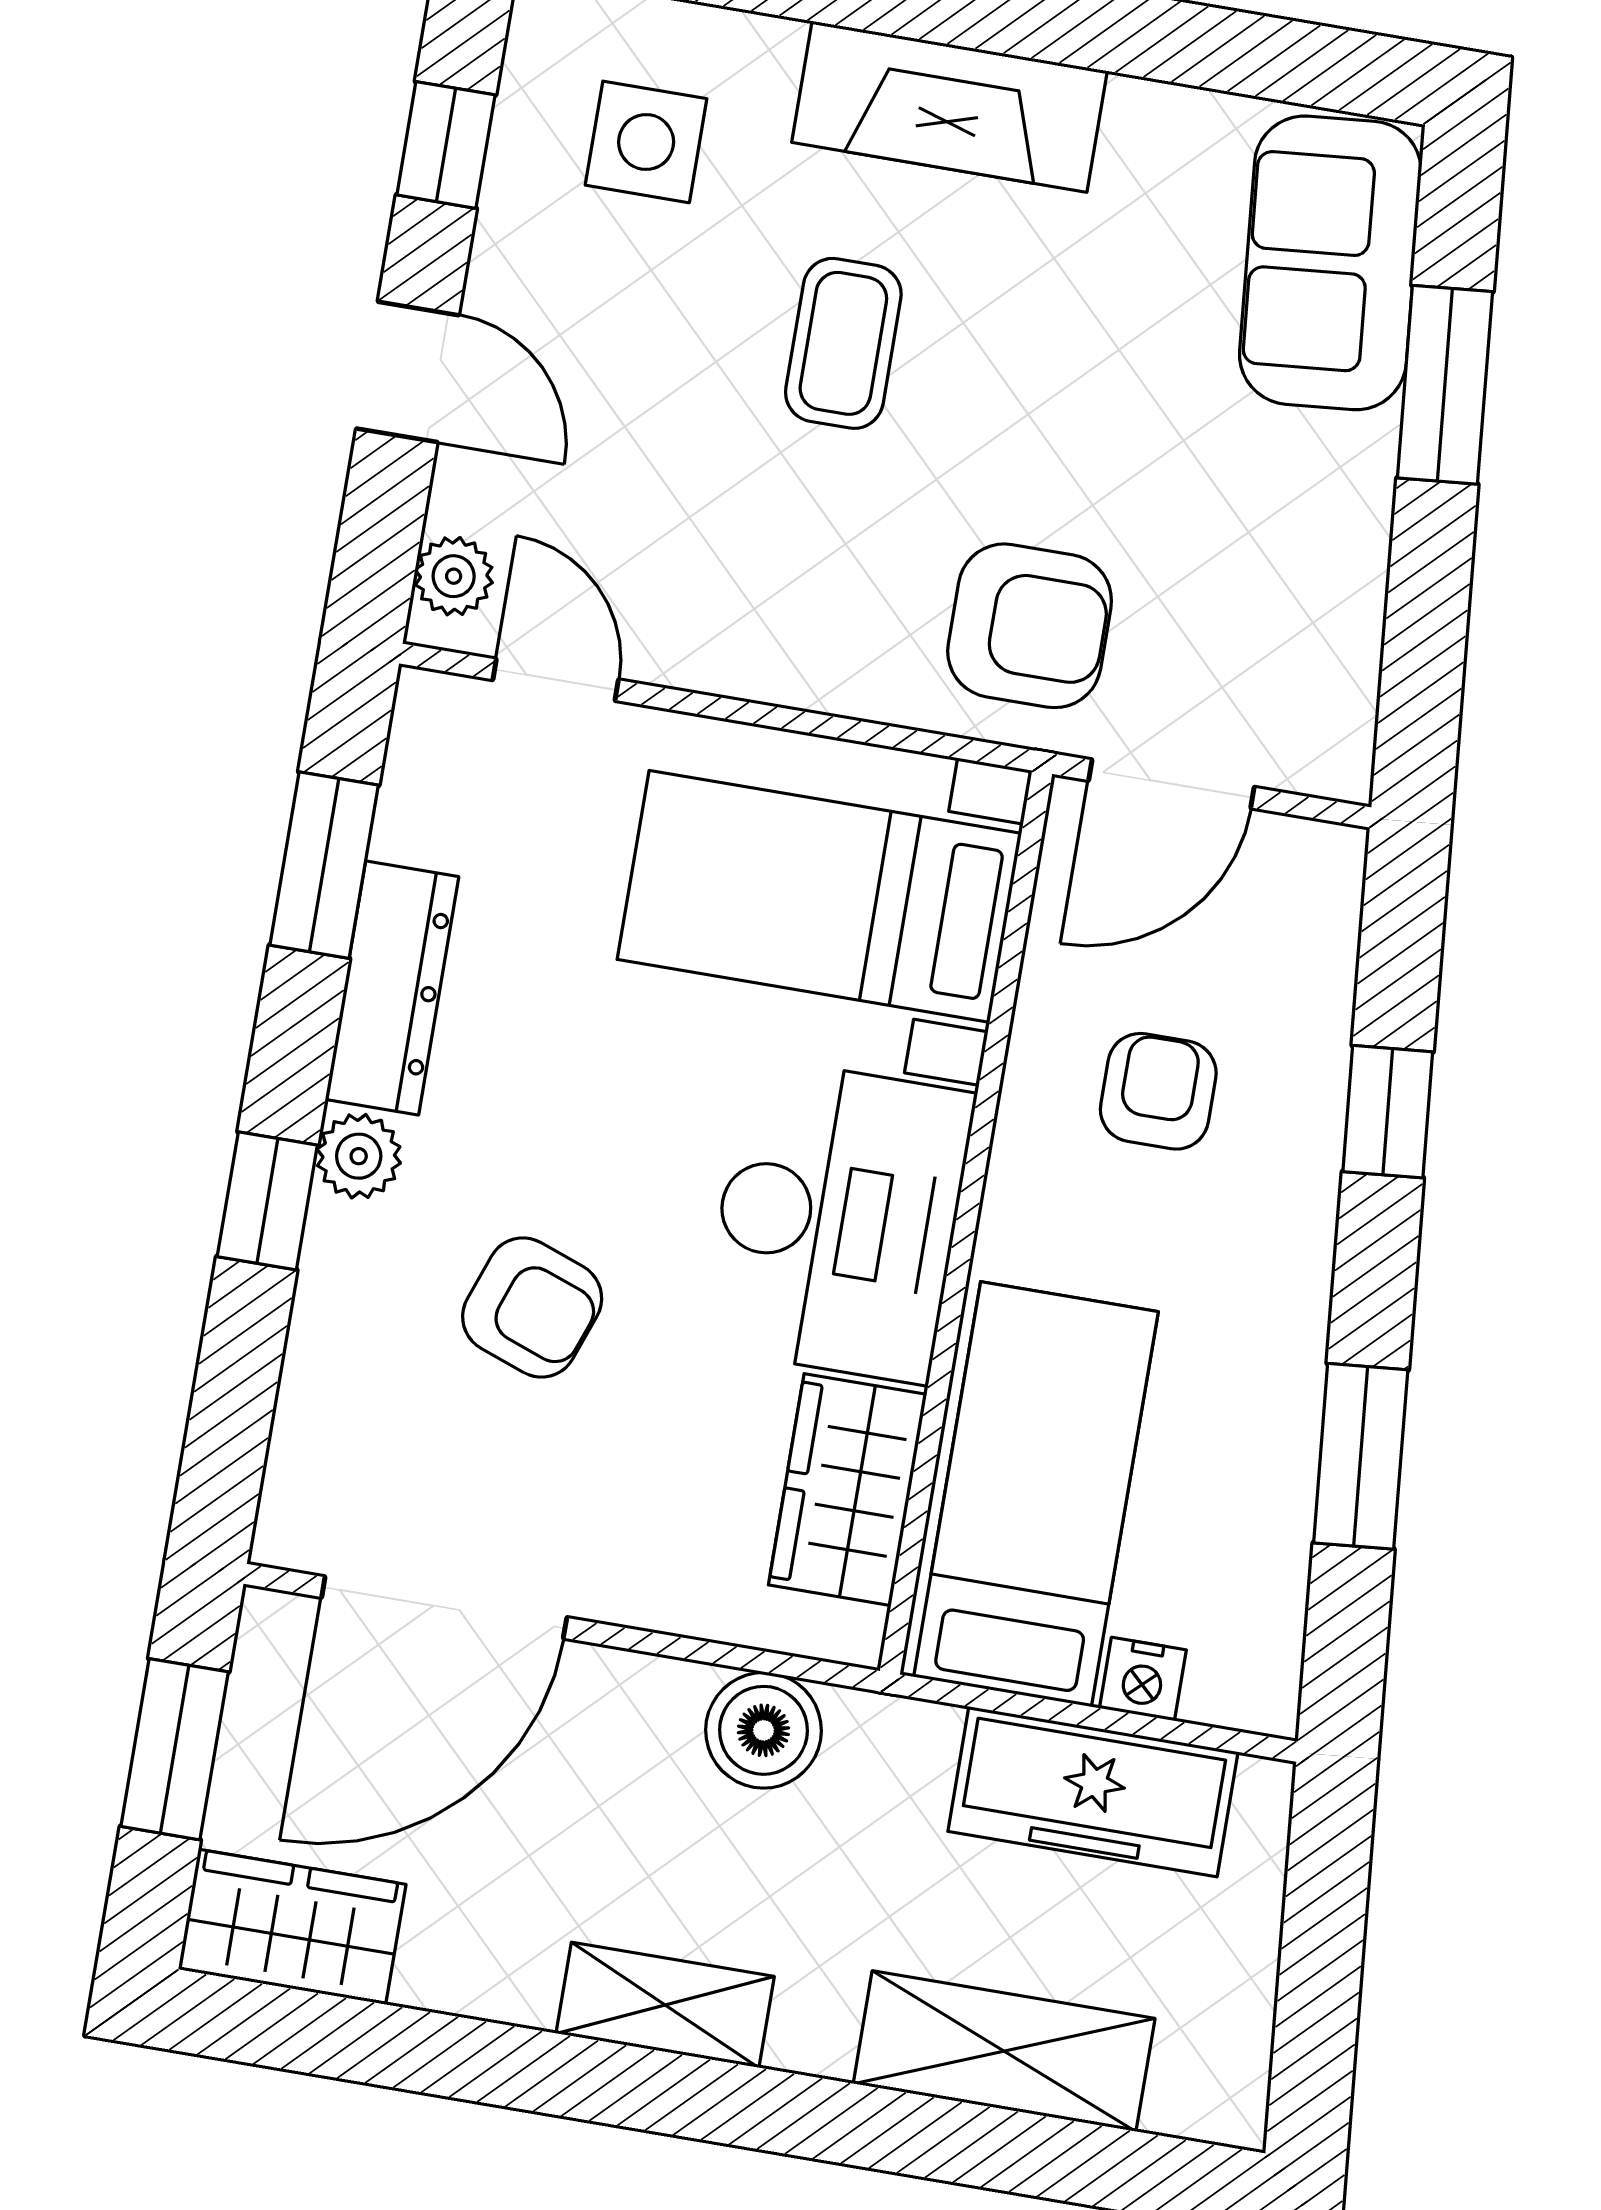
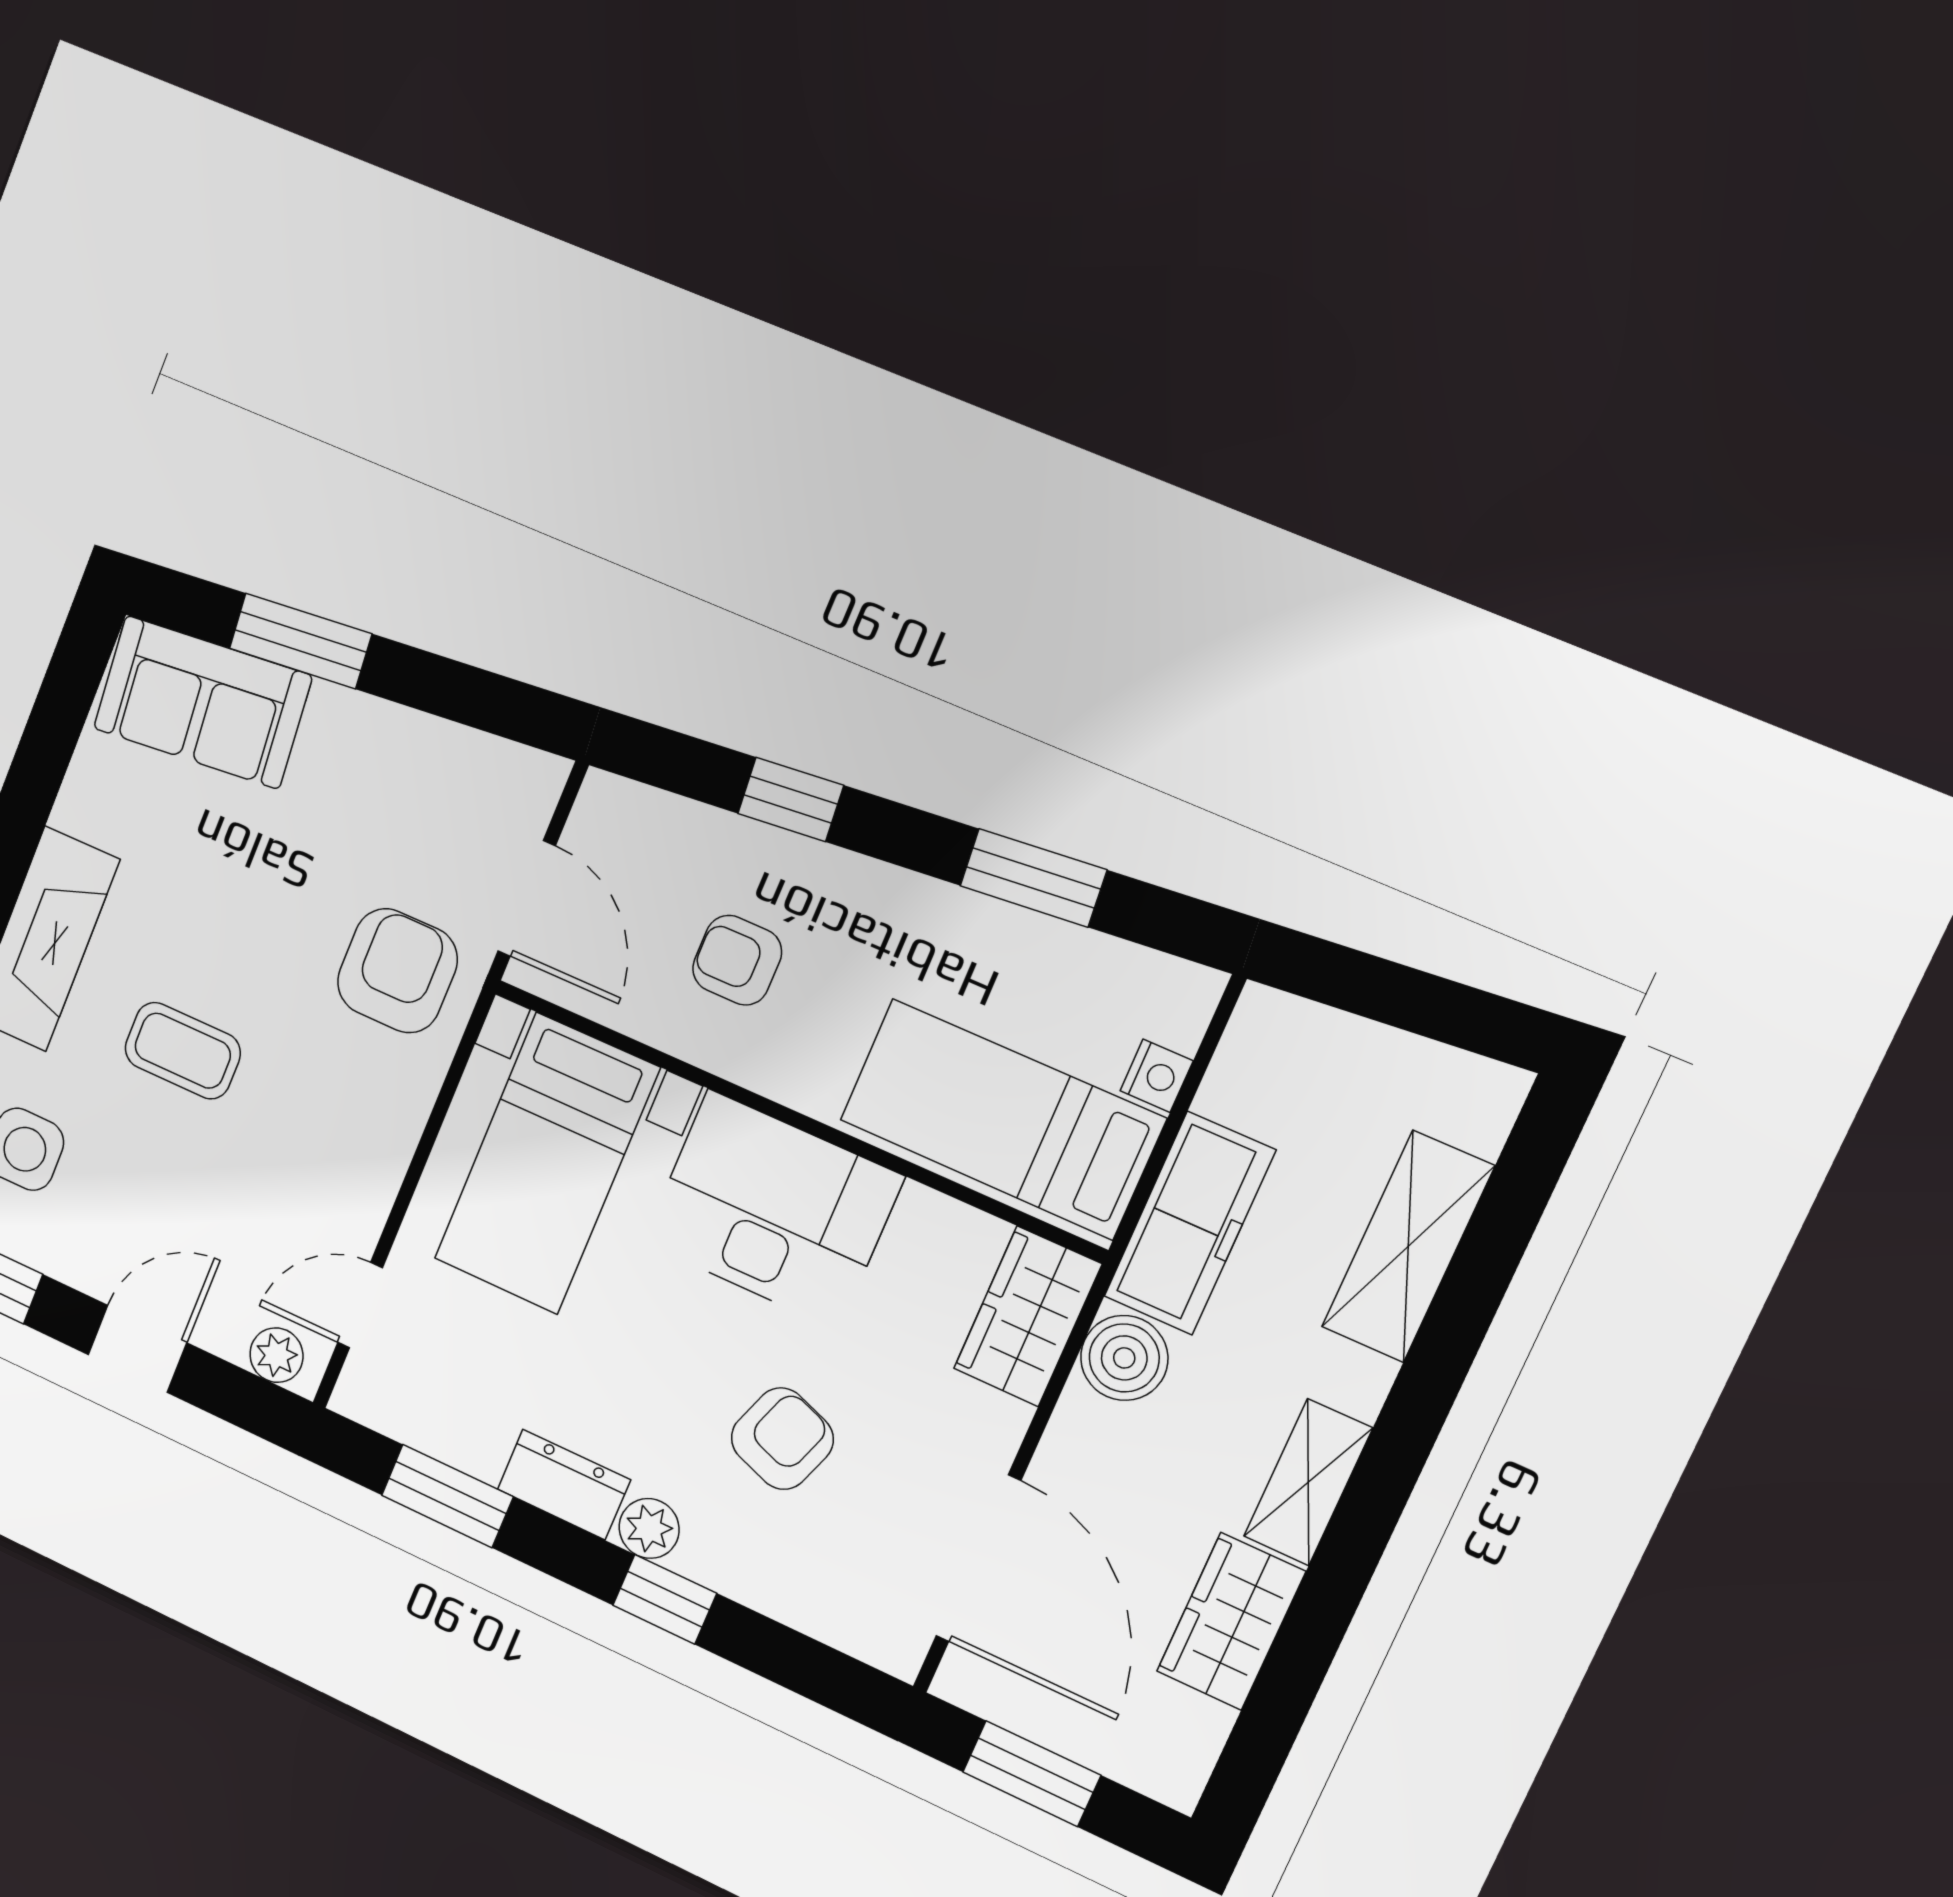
dresser: (392, 988) -> (564, 1485), width x0.70
wardrobe: (848, 1490) -> (1028, 1316), moved, turned 90
freezer: (1093, 1792) -> (1190, 1223), moved
wardrobe: (292, 1927) -> (1231, 1621), moved

